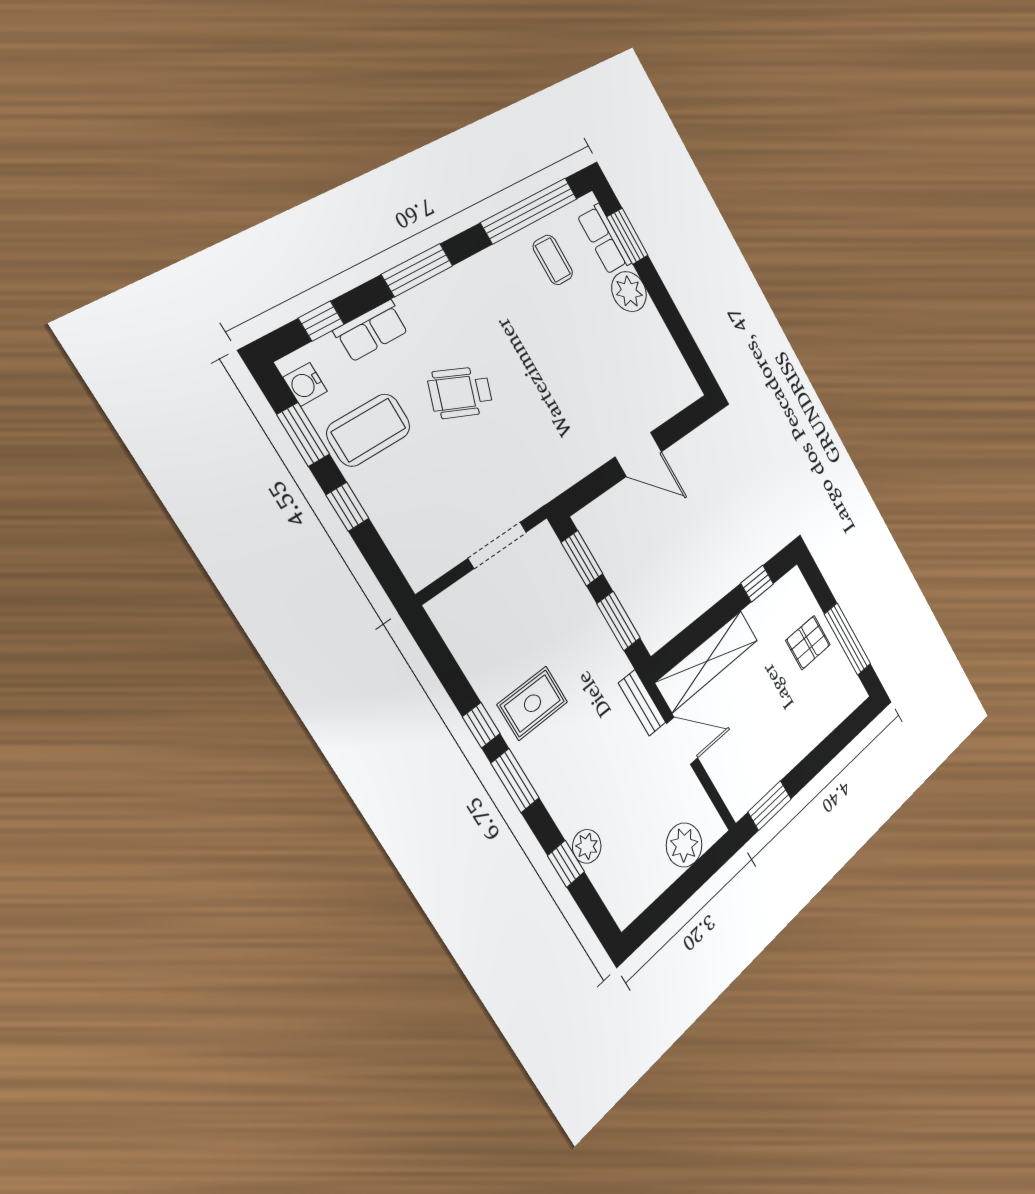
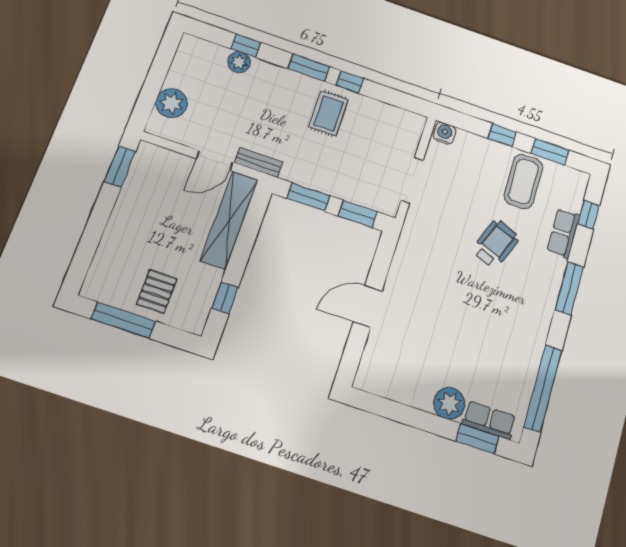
coffee table: (553, 260) -> (508, 373), removed
water cooler: (305, 384) -> (444, 133), moved

